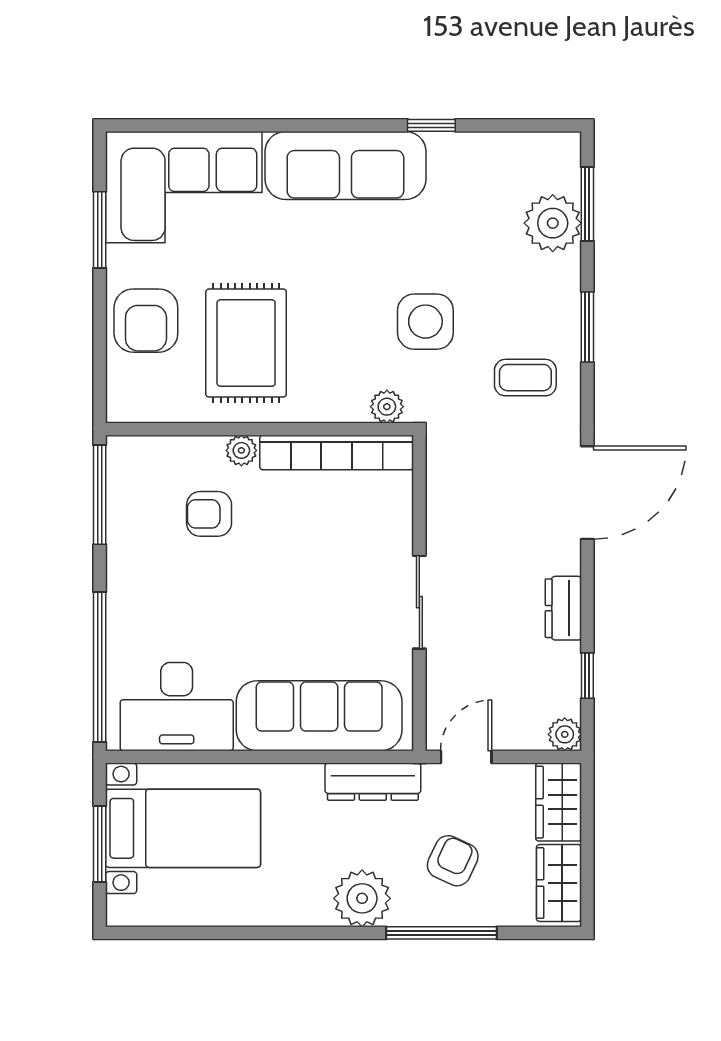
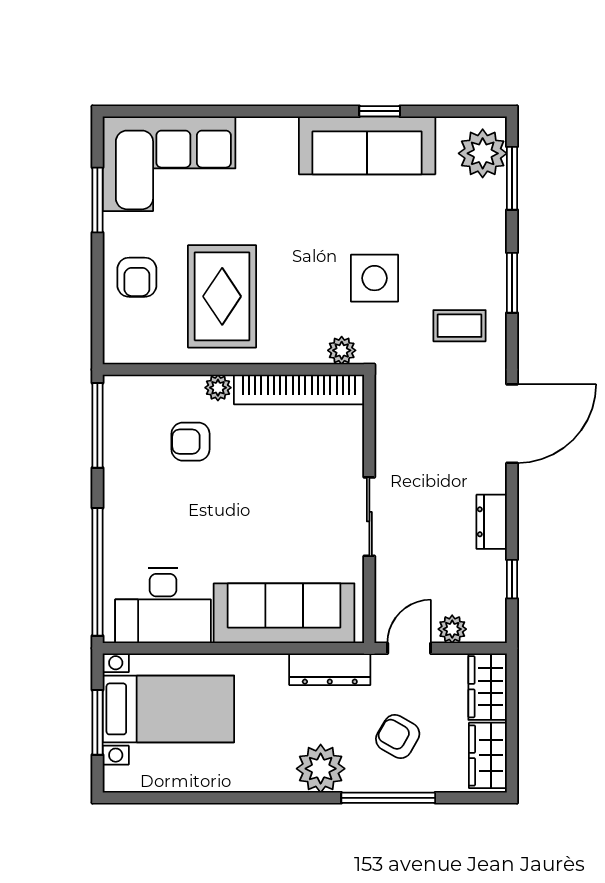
sofa: (345, 165) -> (367, 145), moved
plant: (553, 223) -> (483, 153), moved
armchair: (146, 321) -> (137, 277), width x0.72, depth x0.72
plant: (565, 734) -> (452, 629), moved
armchair: (453, 861) -> (398, 737), turned -85

